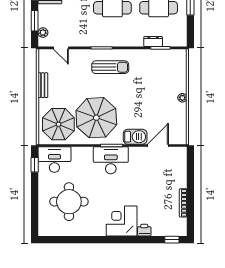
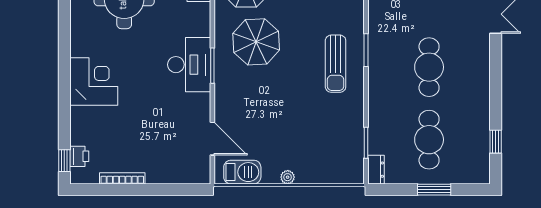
dresser: (153, 42) -> (376, 170), moved
parasol: (96, 118) -> (256, 42), width x0.73, depth x0.73
barbecue: (135, 137) -> (242, 172), moved, turned -90
printer: (144, 230) -> (79, 156), moved

